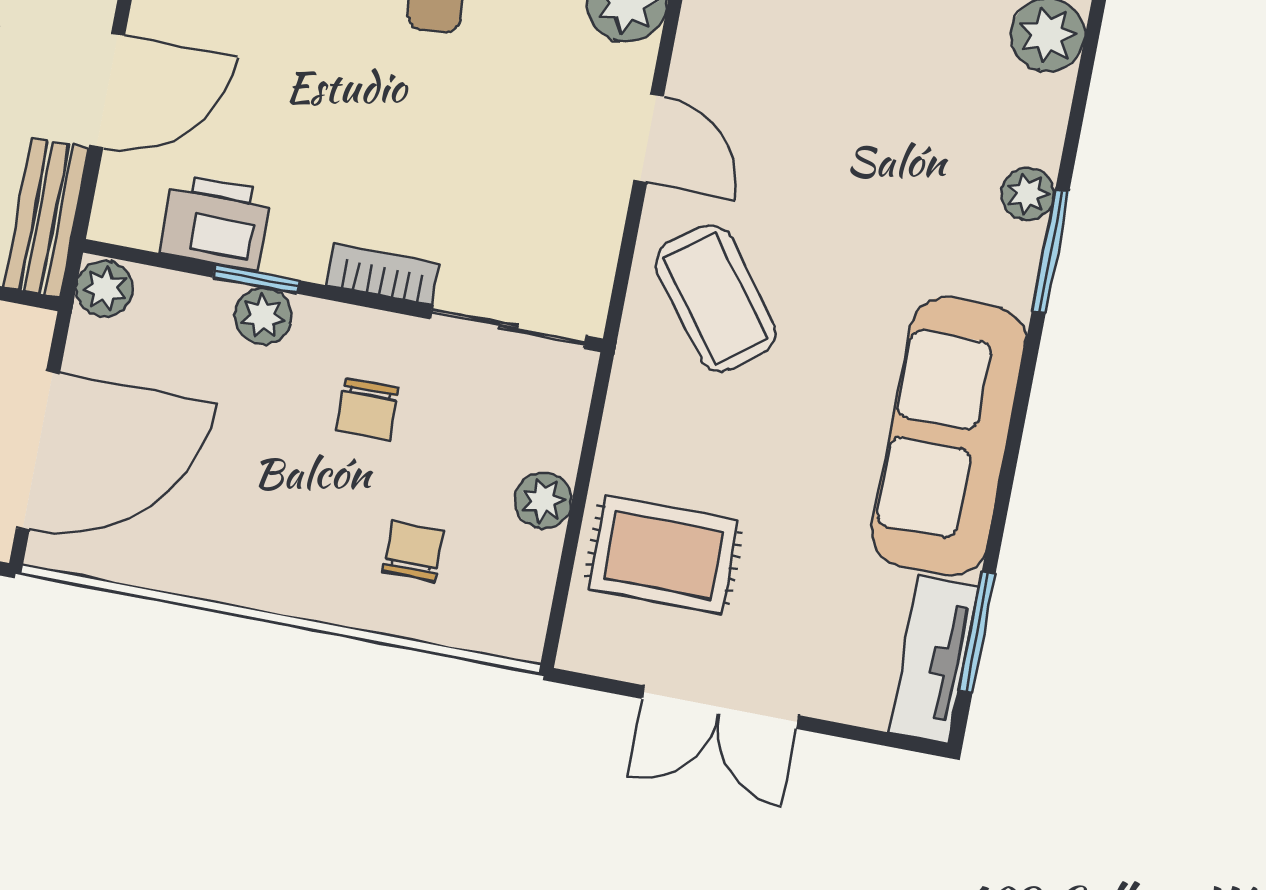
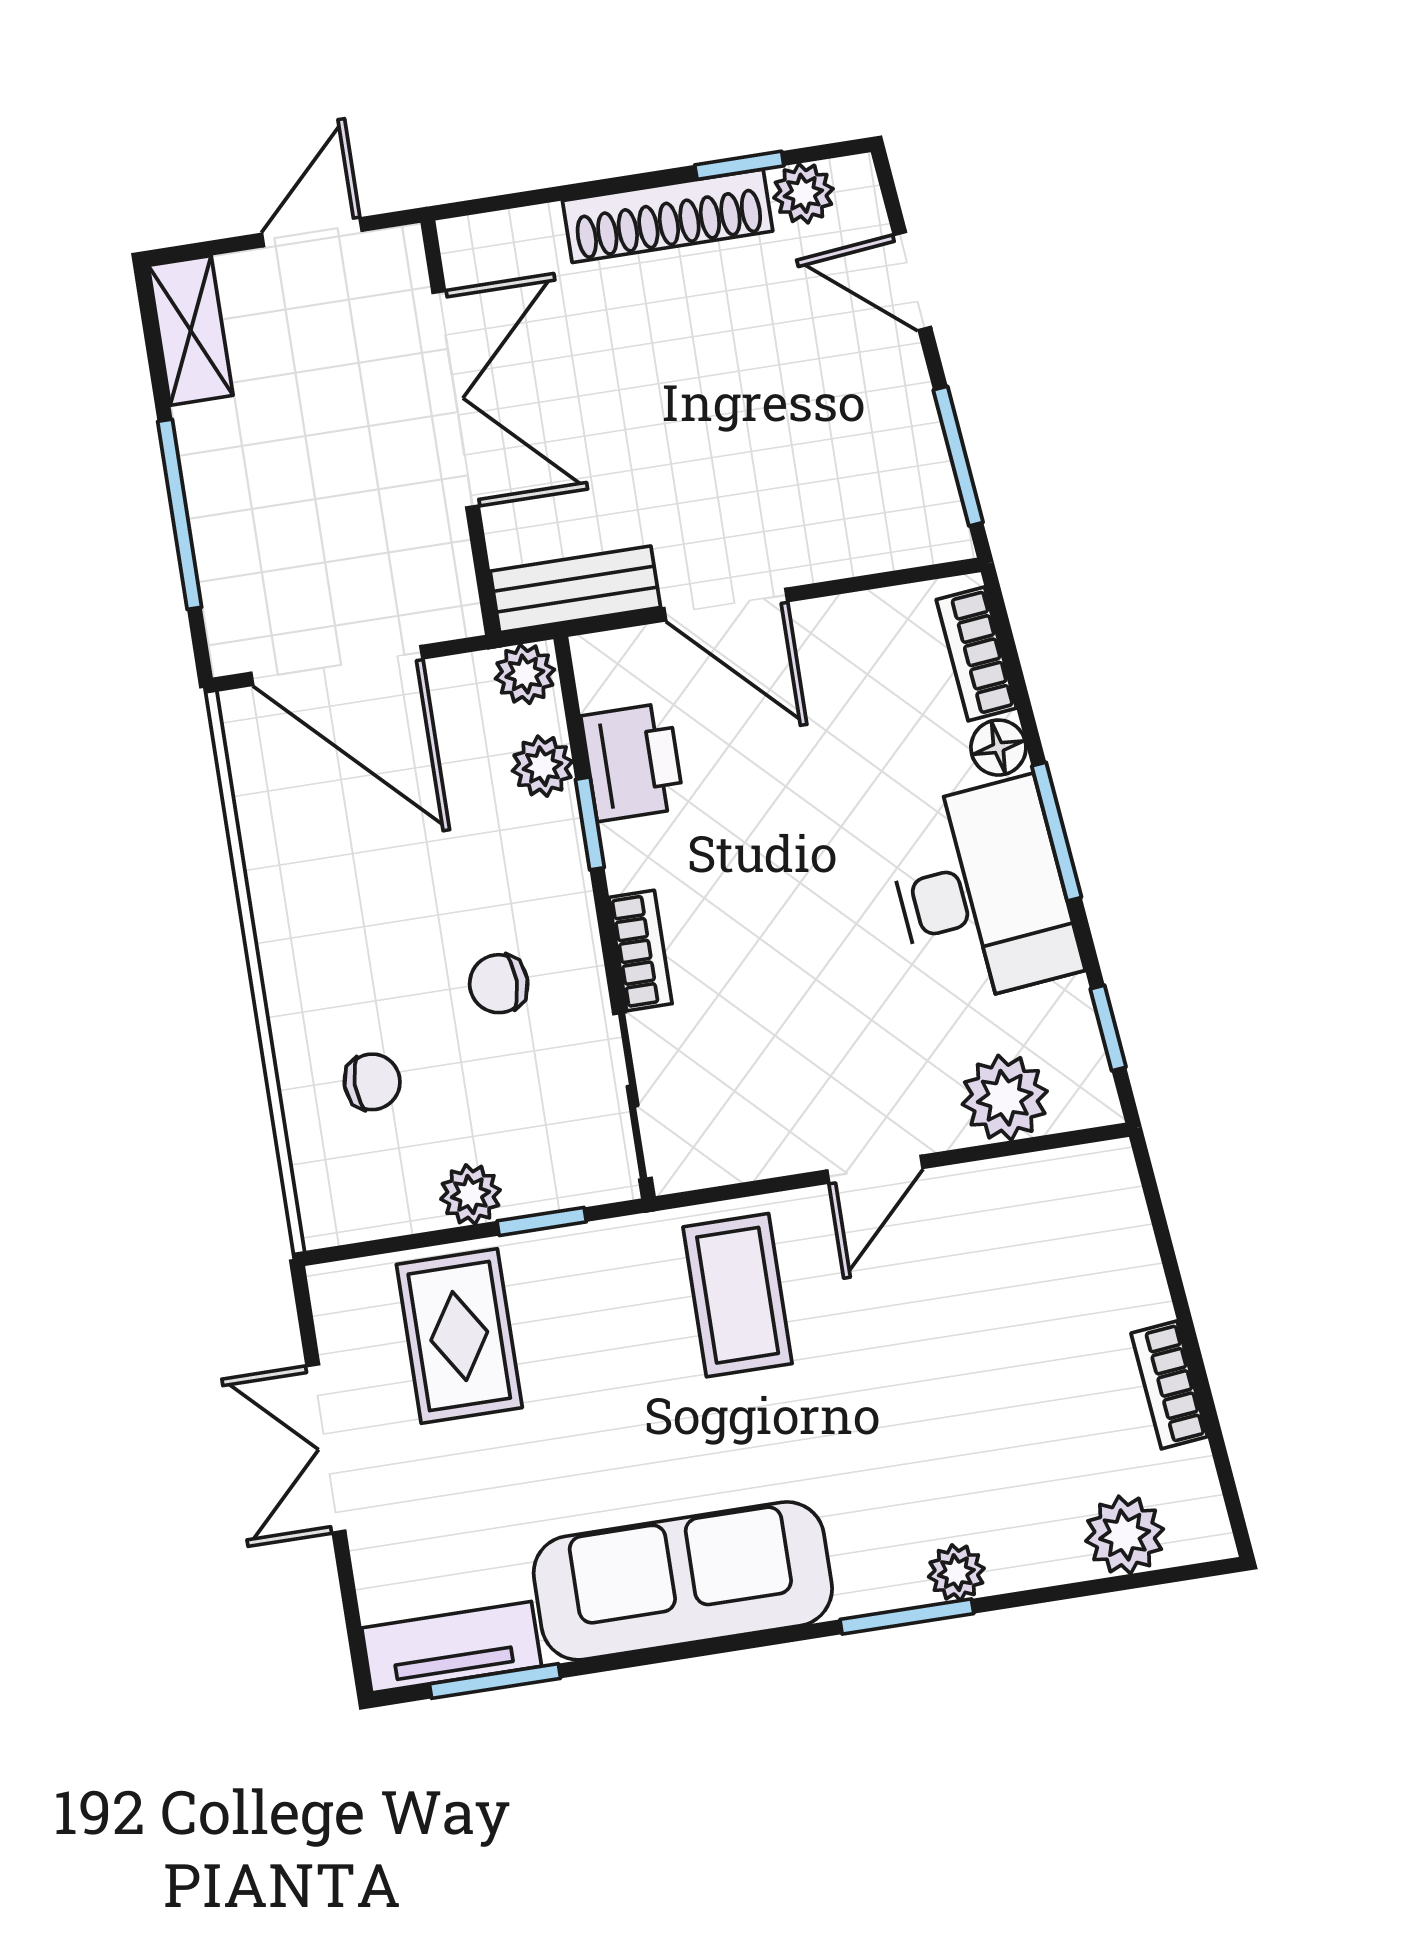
coffee table: (716, 298) -> (738, 1295), turned -53
plant: (263, 316) -> (542, 766), moved
window: (589, 447) -> (542, 1221), added

